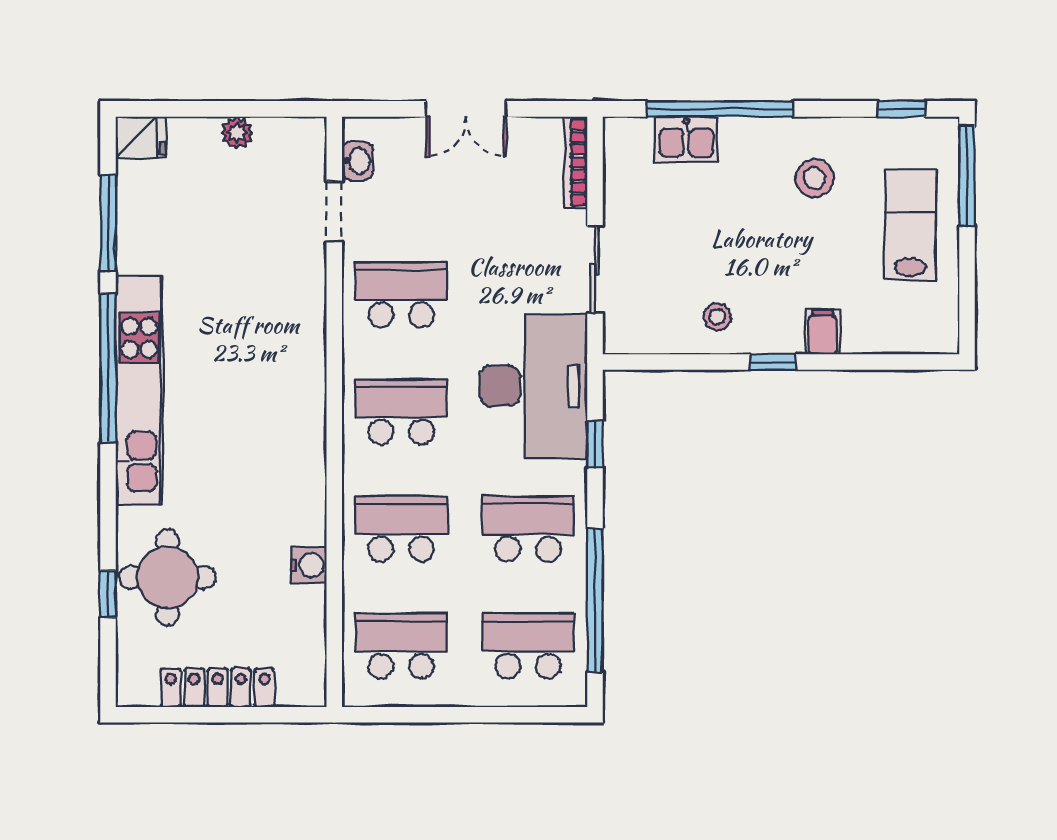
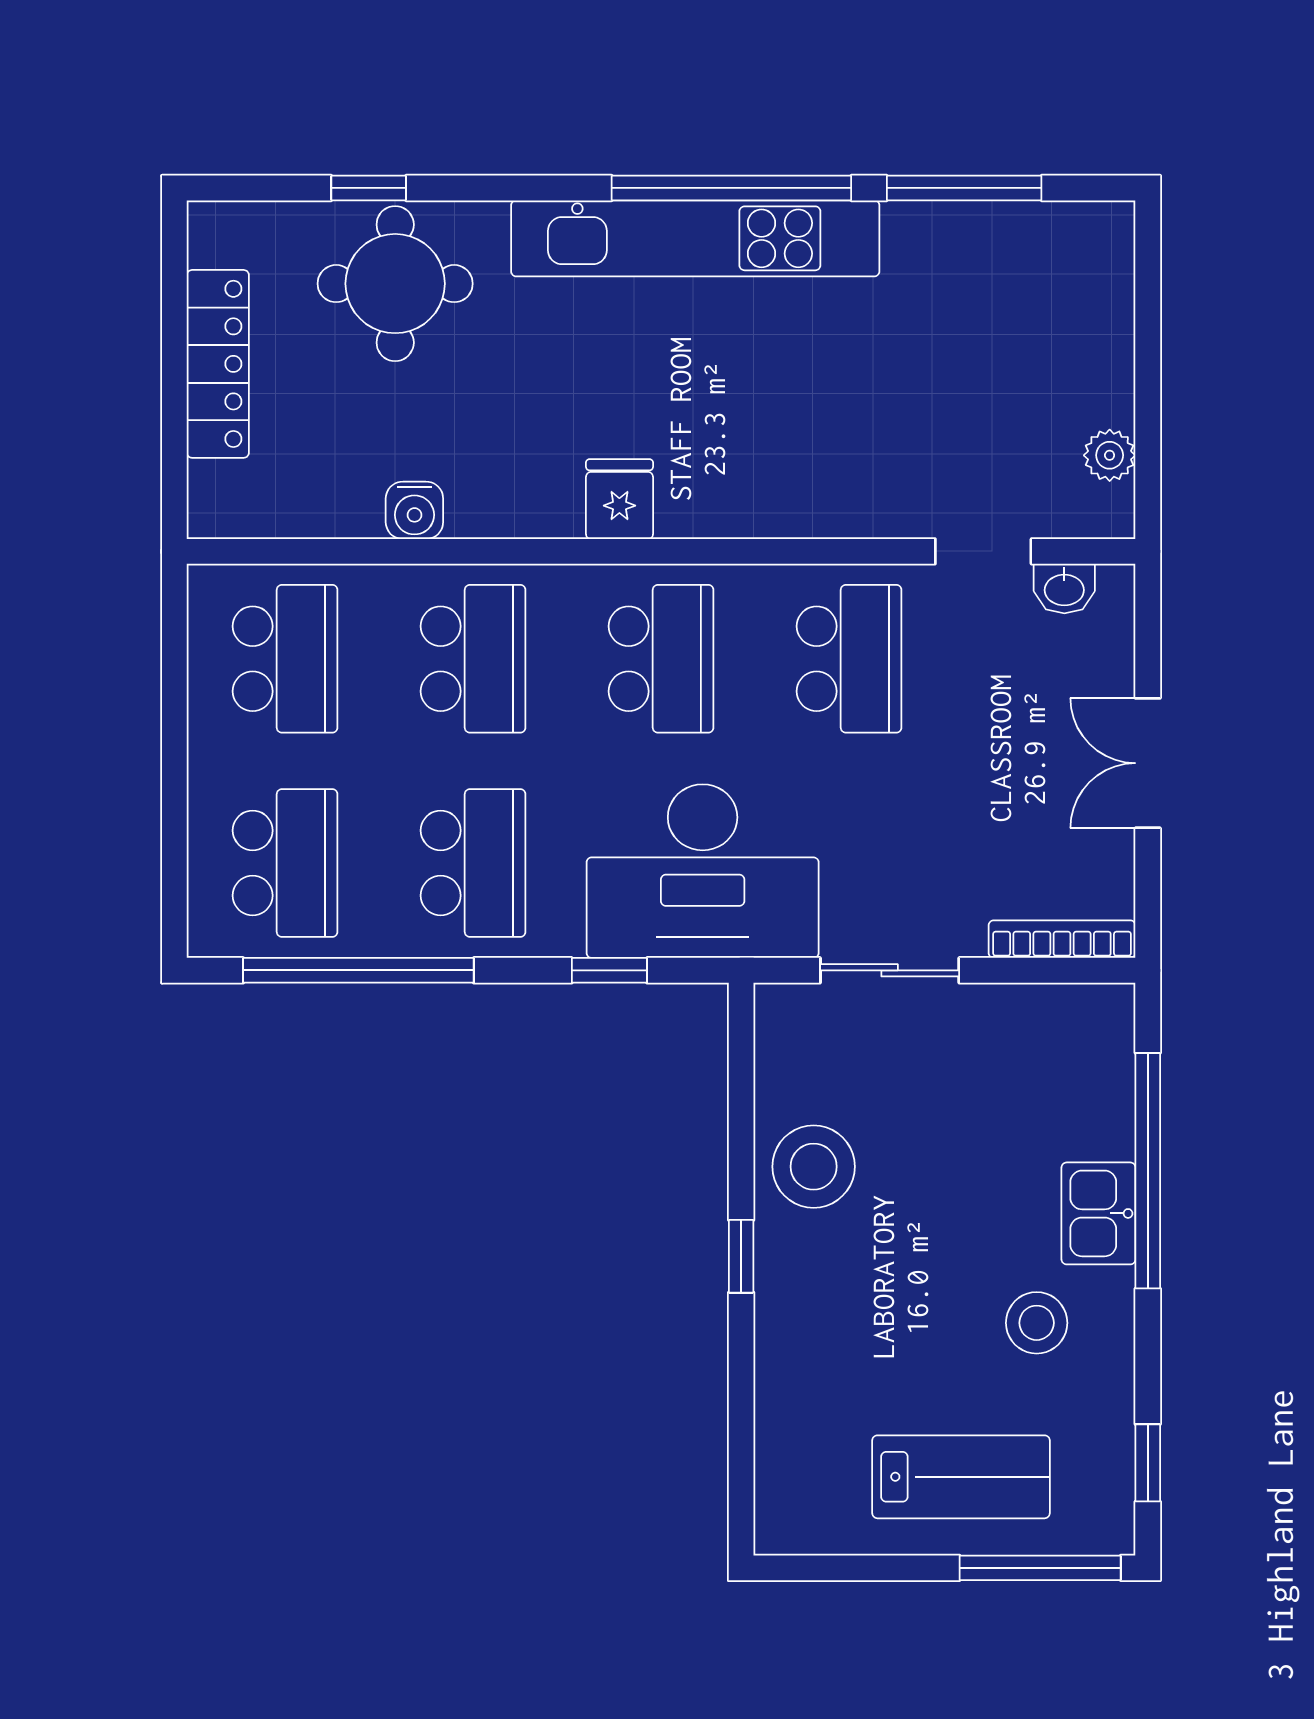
plant: (237, 133) -> (1110, 455), moved
fridge: (141, 137) -> (619, 499), moved, turned 180
kitchen sink: (686, 140) -> (1098, 1213), moved
stool: (717, 317) -> (814, 1167), width x1.89, depth x1.89
filing cabinet: (823, 332) -> (790, 1336), removed

